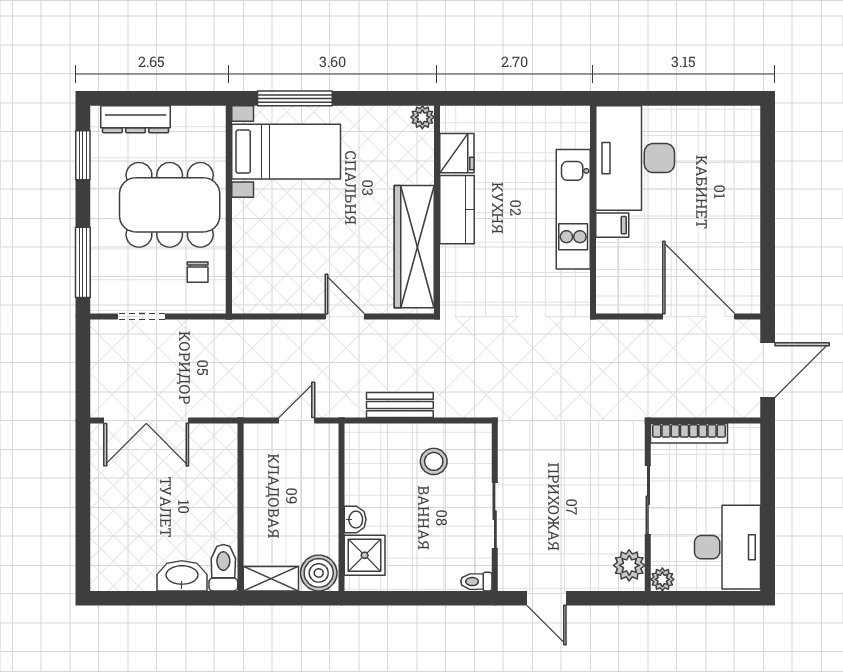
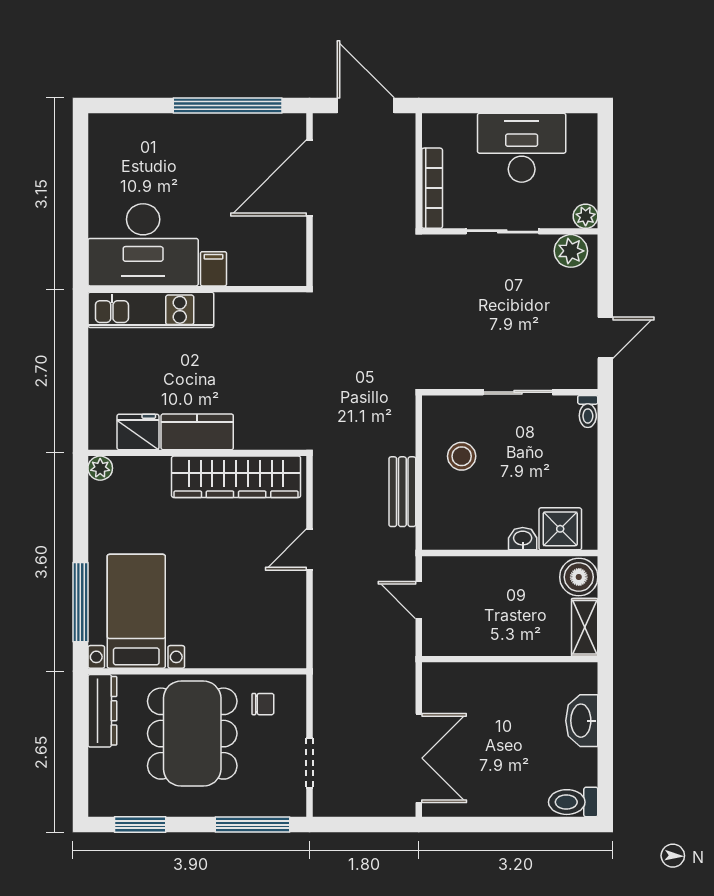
dresser: (136, 119) -> (102, 711), moved
kitchen unit: (573, 209) -> (151, 310), moved
window: (768, 239) -> (228, 106), added
desk: (728, 547) -> (522, 148), moved
toilet: (223, 568) -> (573, 802), moved

